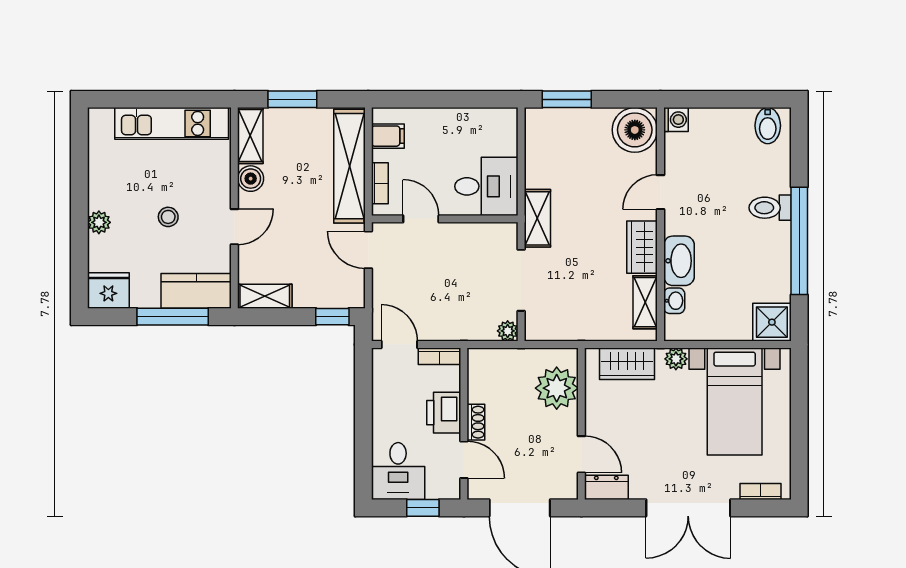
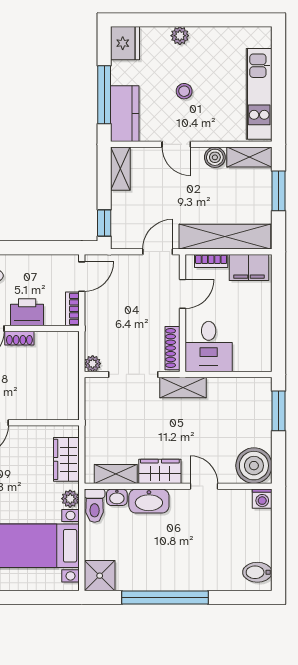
filing cabinet: (388, 136) -> (249, 267), width x2.00
toilet: (770, 208) -> (95, 506), moved, turned 180
shoe rack: (488, 231) -> (173, 348), added
plant: (557, 388) -> (47, 403), removed

